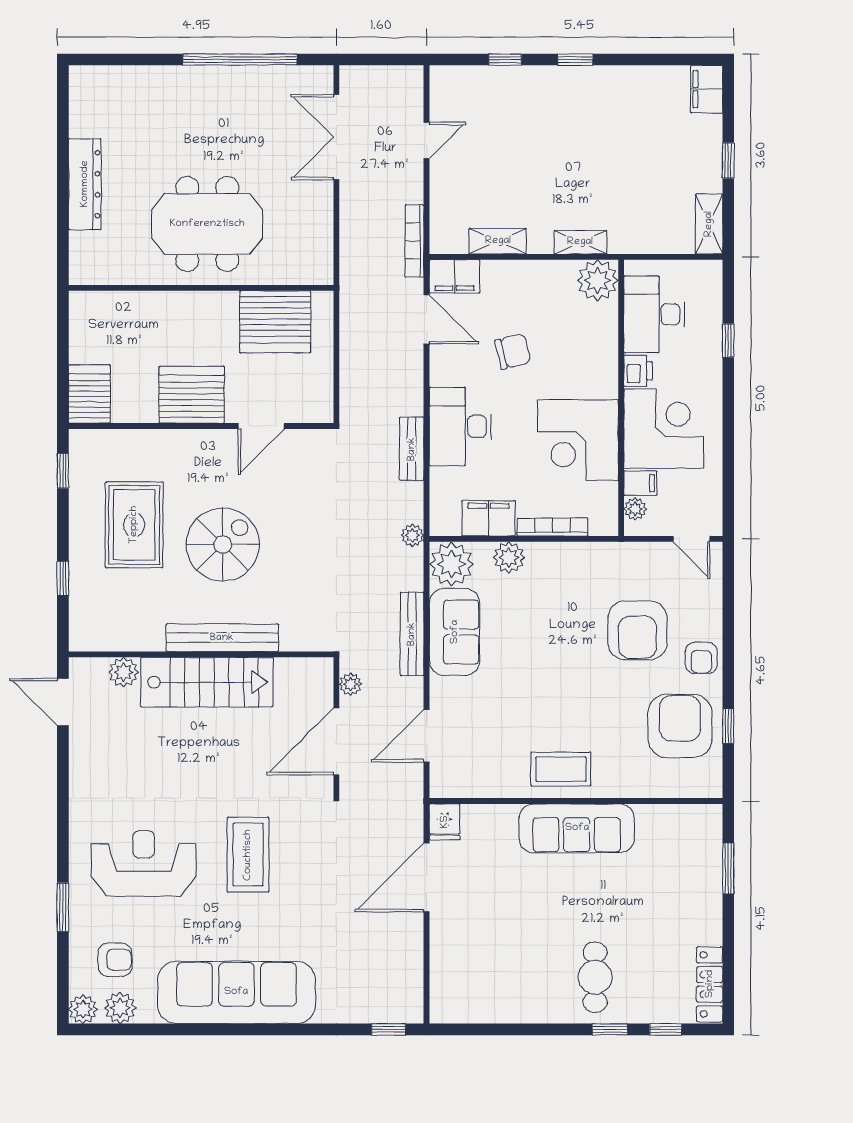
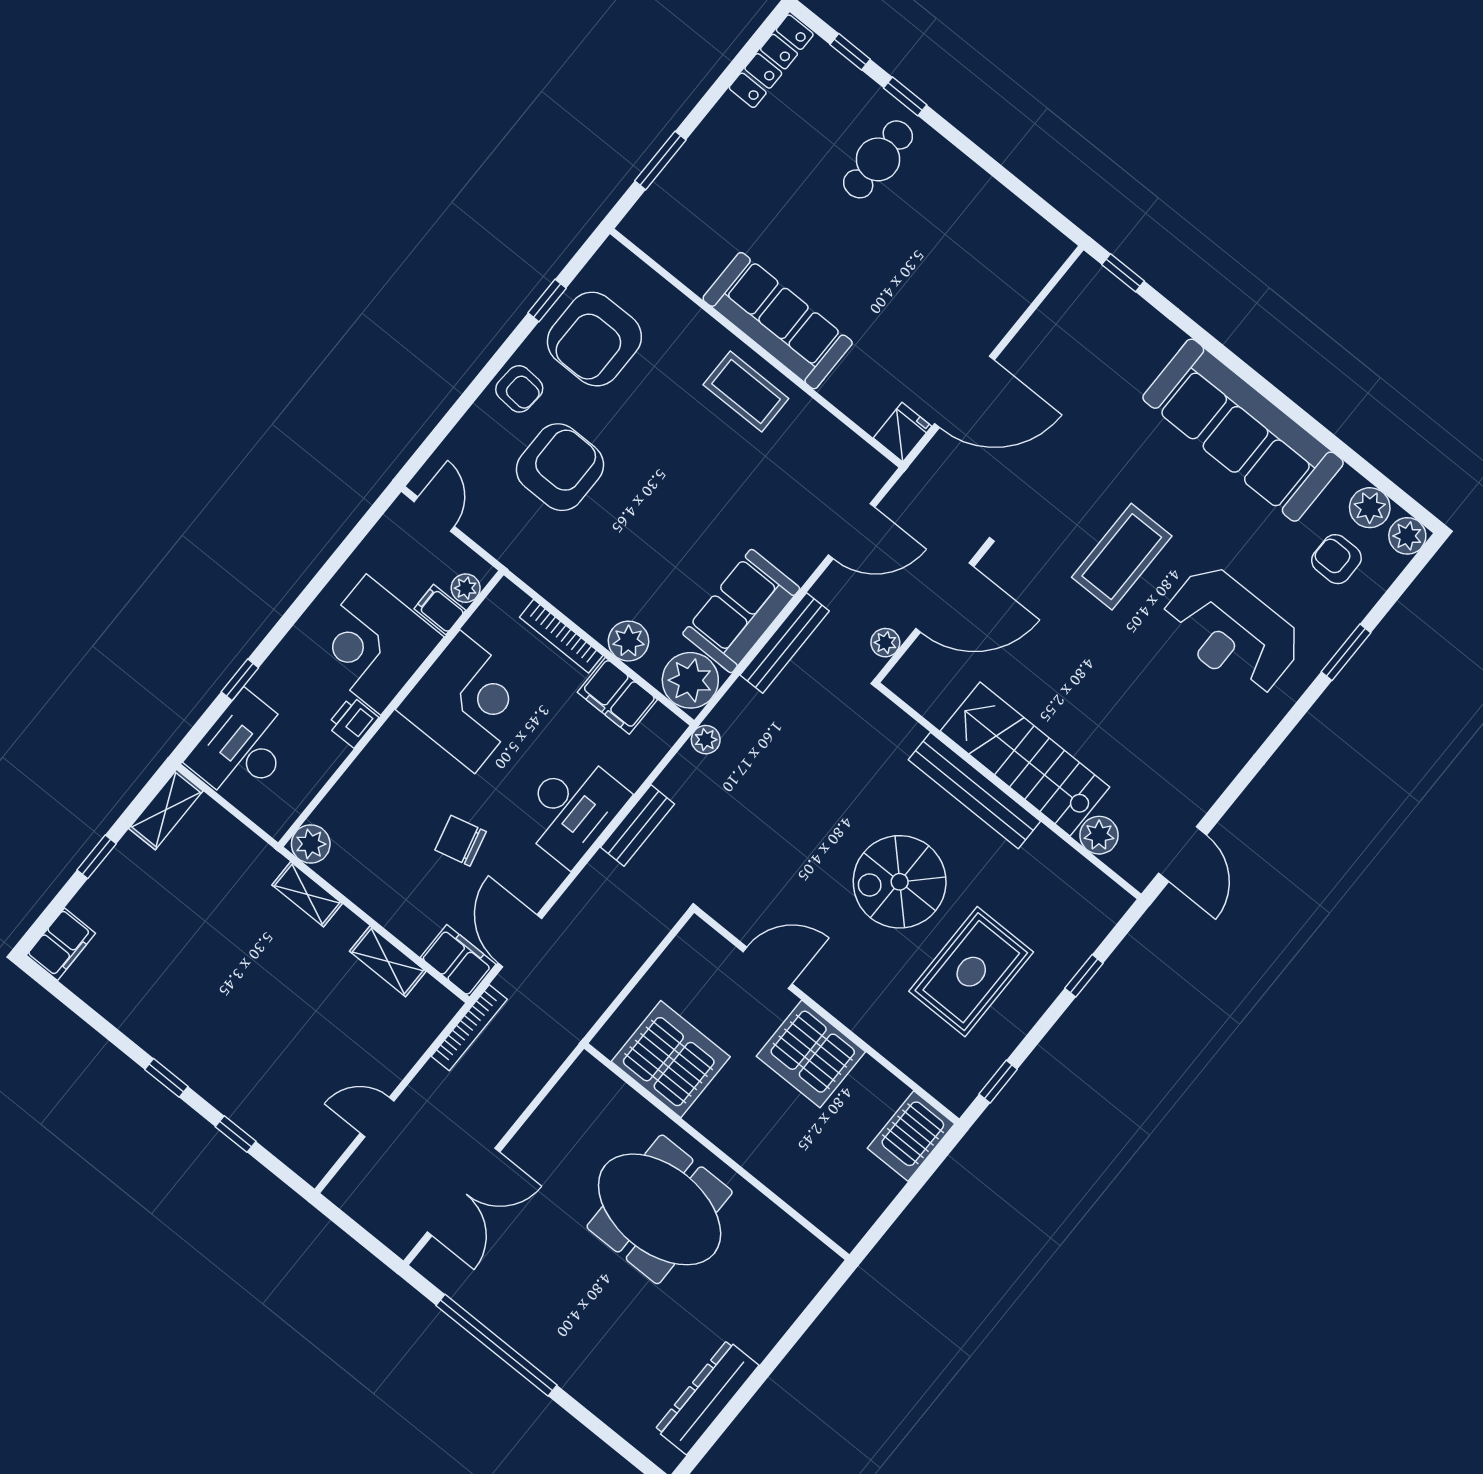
dresser: (85, 184) -> (707, 1397), moved
plant: (598, 280) -> (311, 844), width x0.73, depth x0.73
desk: (654, 314) -> (243, 748), moved, turned 180
armchair: (701, 658) -> (519, 389), turned 94

